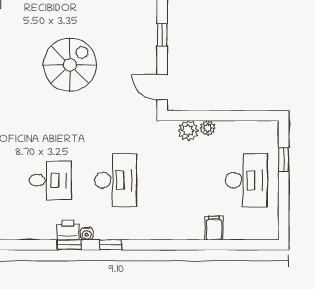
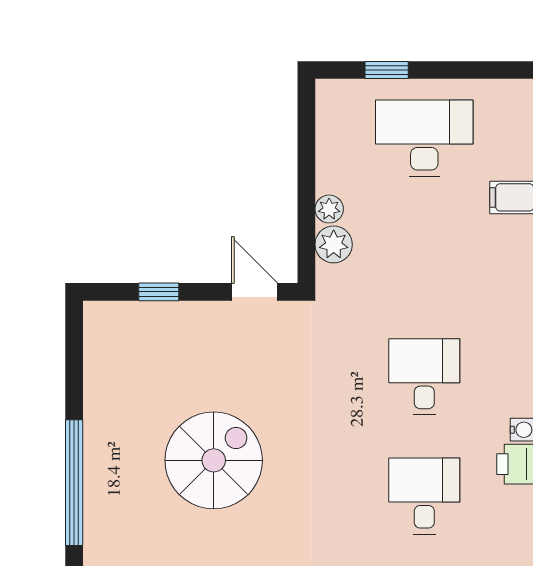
spiral stairs: (70, 65) -> (214, 460), turned 90
door: (162, 87) -> (254, 292), swing flipped
desk: (116, 180) -> (424, 377), width x0.73

